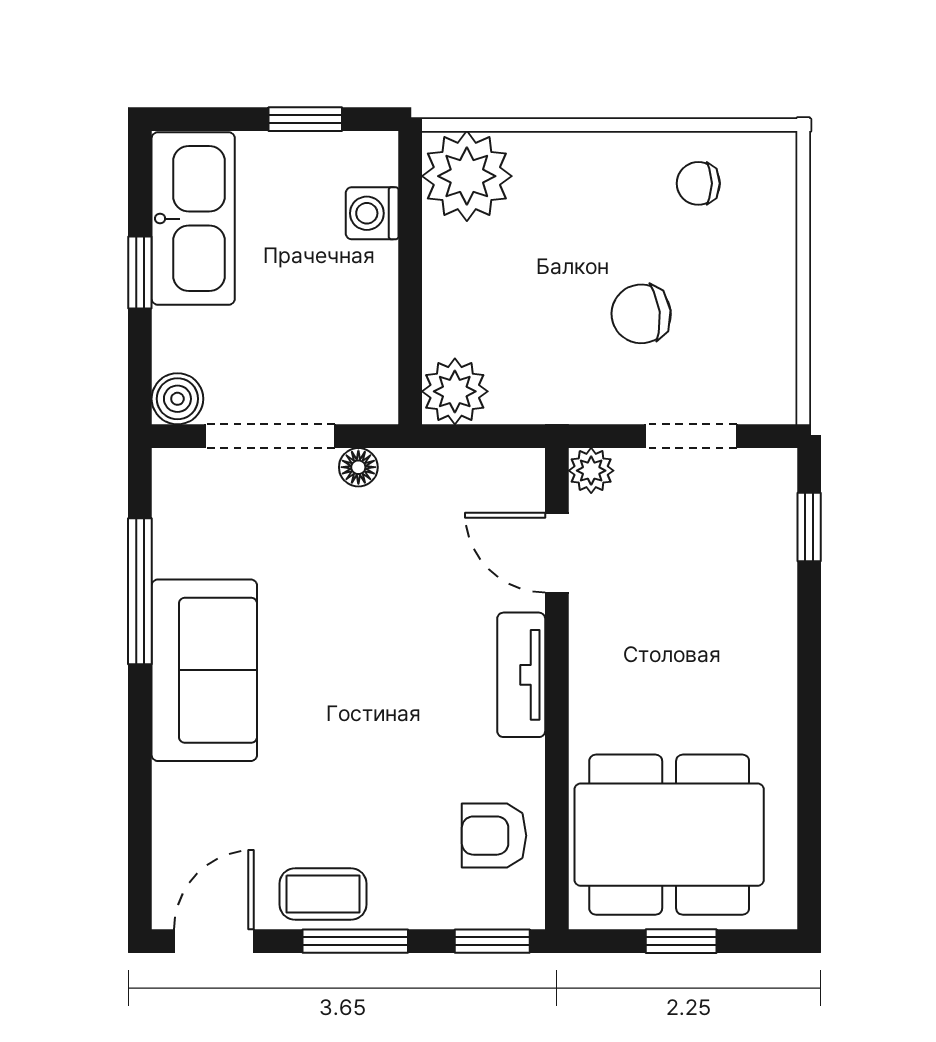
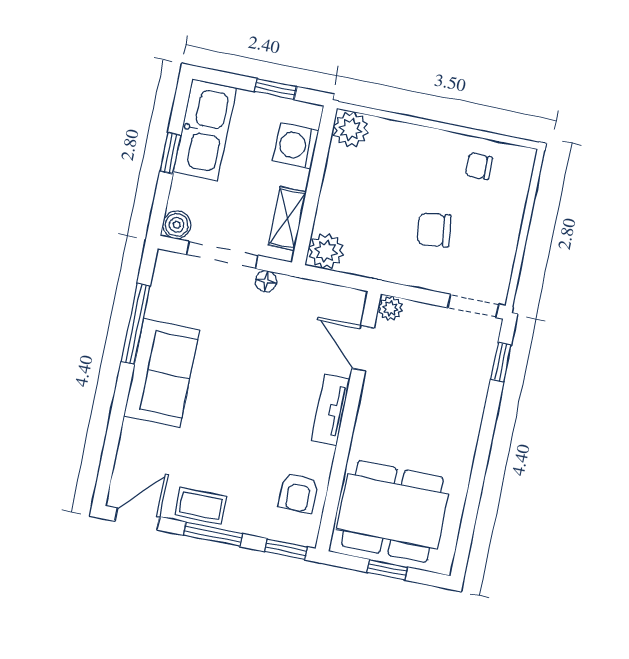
plant: (467, 176) -> (351, 129), width x0.73, depth x0.73
washing machine: (372, 213) -> (296, 146), width x1.38, depth x1.38
shelving: (374, 347) -> (287, 218), added
doorway: (691, 436) -> (473, 306), moved
armchair: (494, 836) -> (299, 493), turned -90

